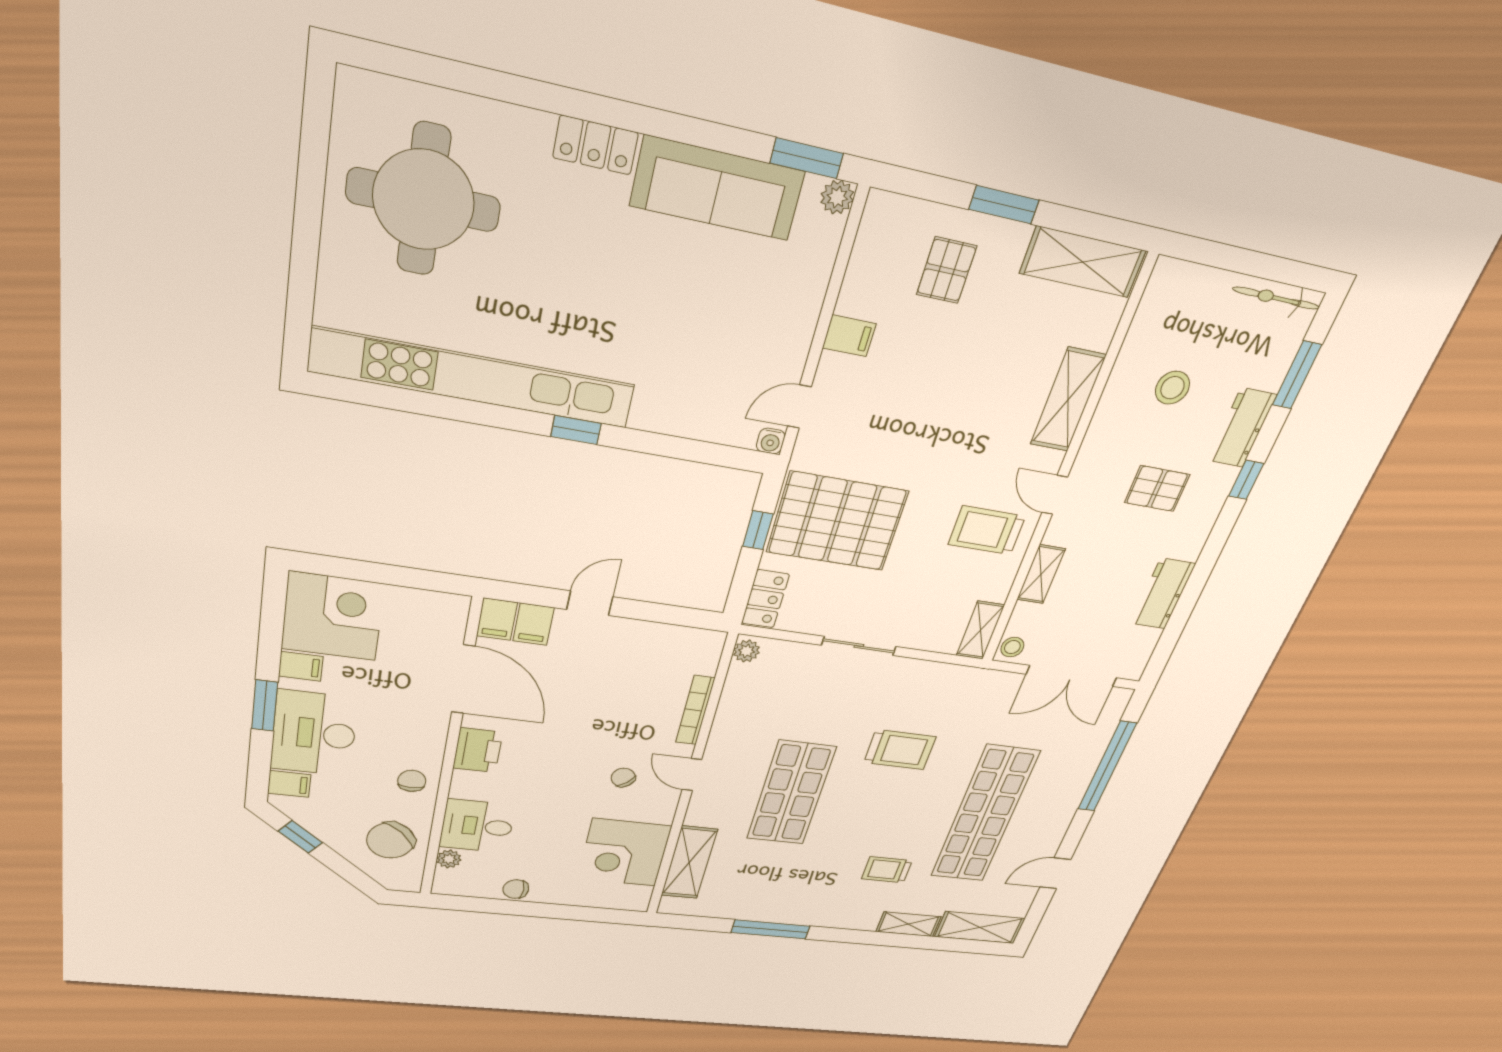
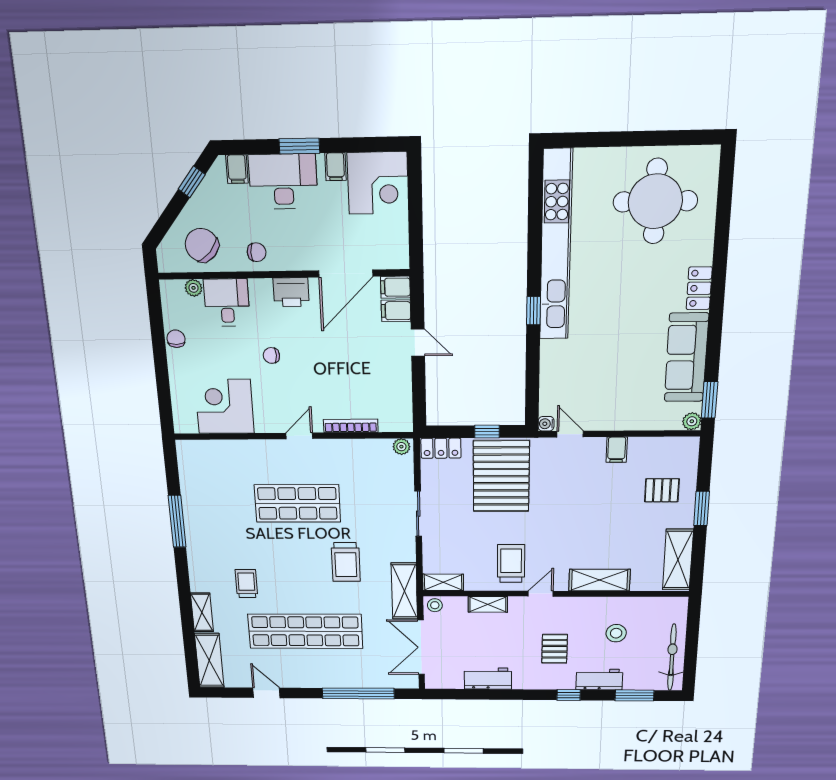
bicycle: (1276, 298) -> (672, 657), width x1.37, depth x1.40
chair: (623, 778) -> (271, 355), moved, turned -138
shelving: (689, 862) -> (404, 591), moved, turned 90

